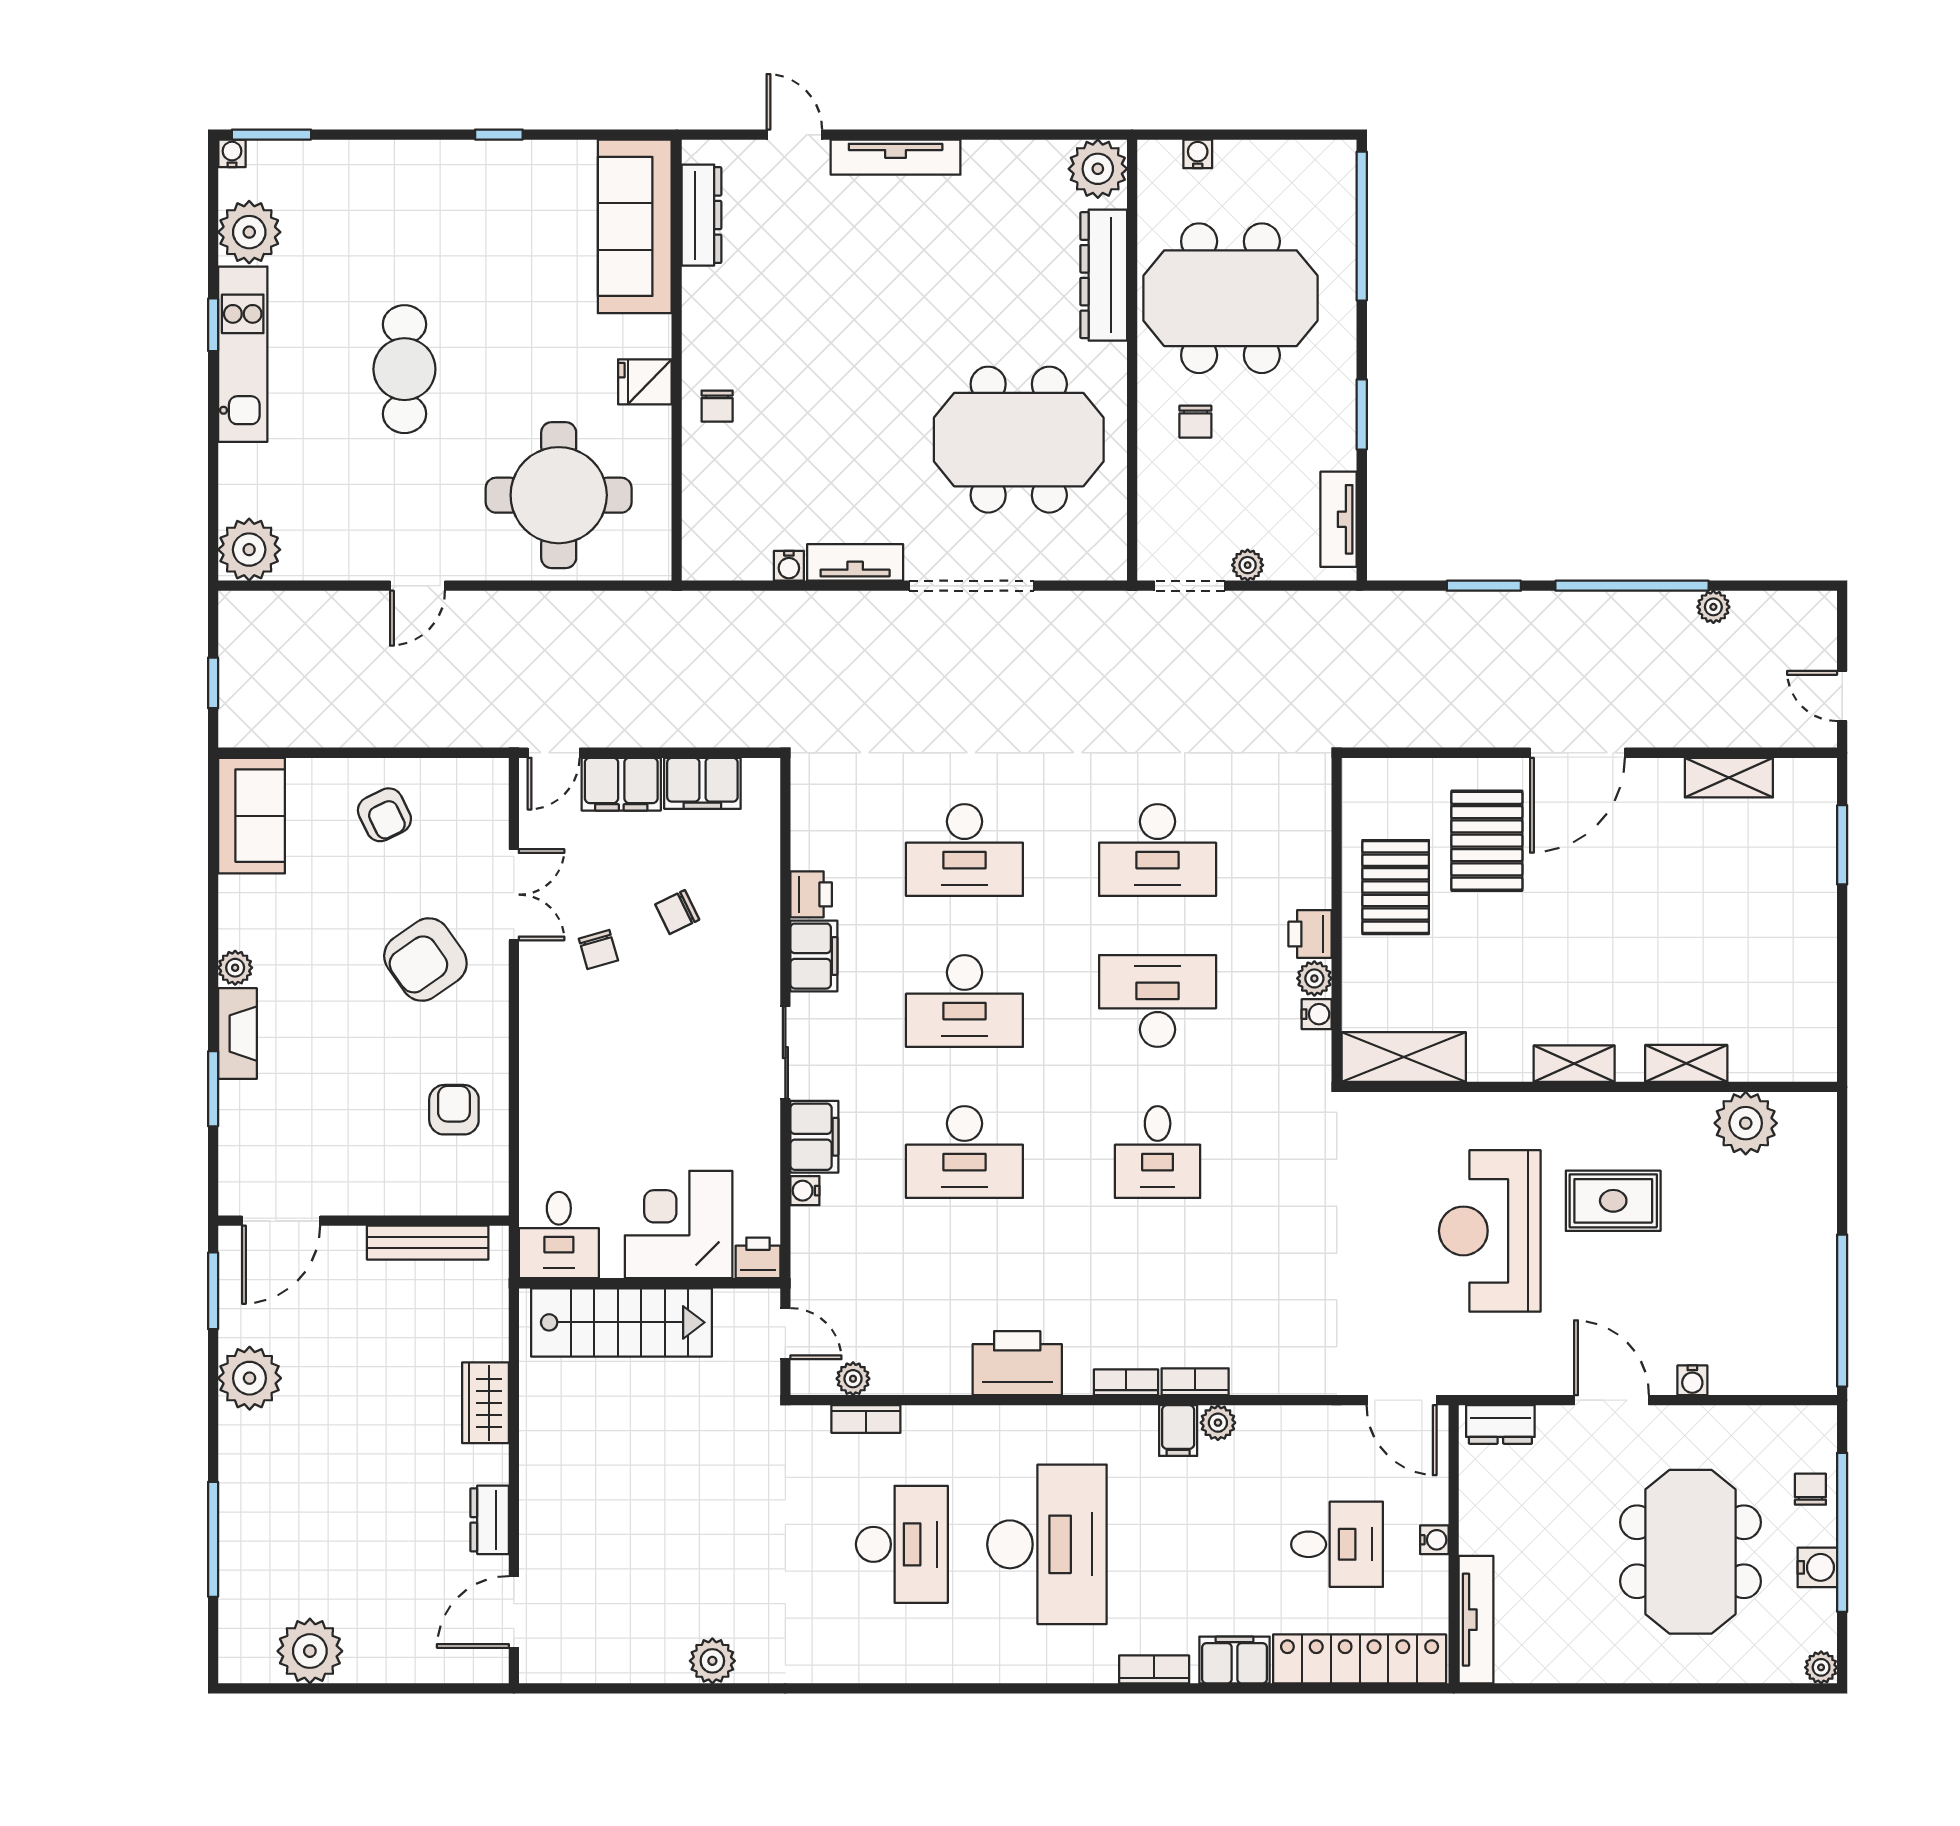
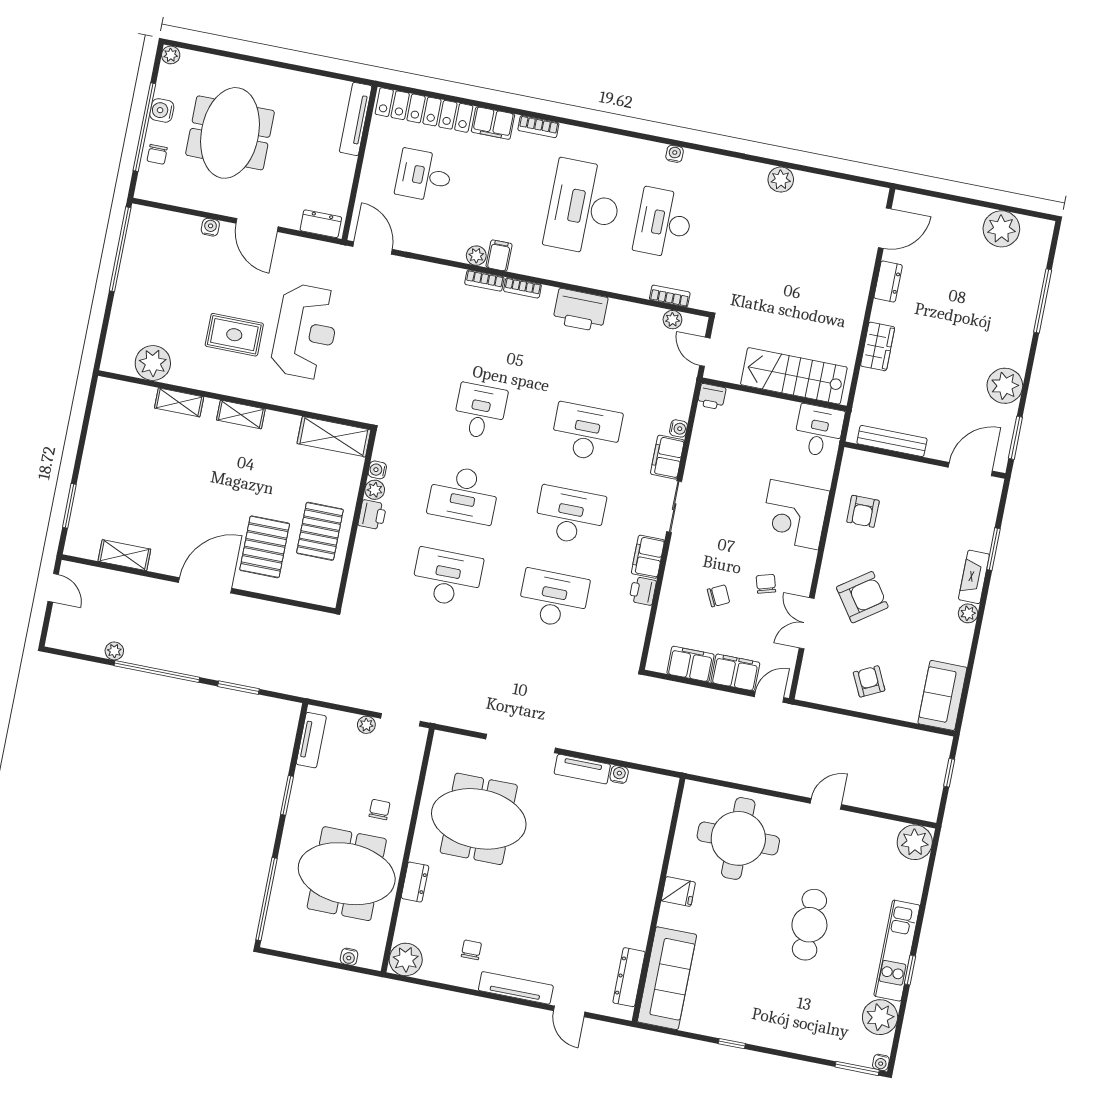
dresser: (1104, 275) -> (415, 882), width x0.51, depth x0.80
chair: (717, 406) -> (471, 950), moved
corner desk: (679, 1225) -> (794, 515), moved, turned 90
water cooler: (1434, 1540) -> (675, 154), moved, turned 90

